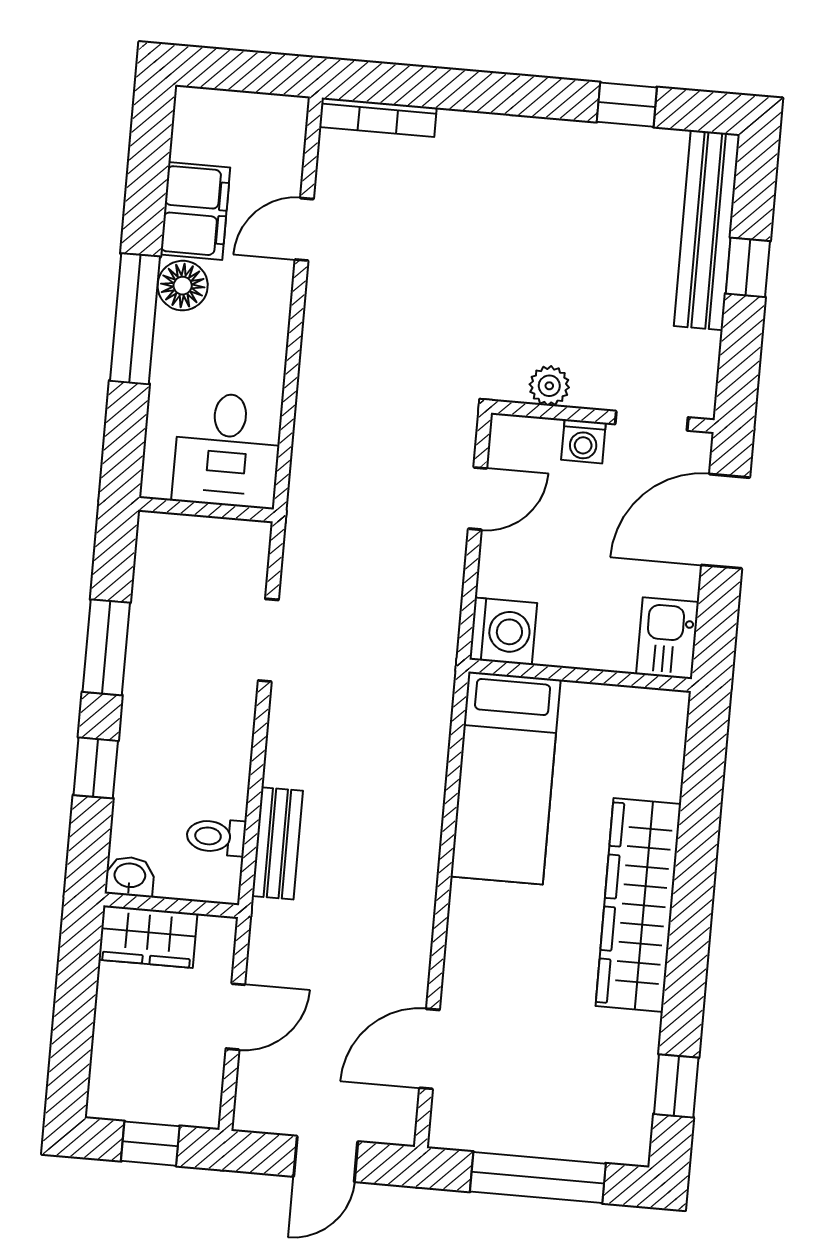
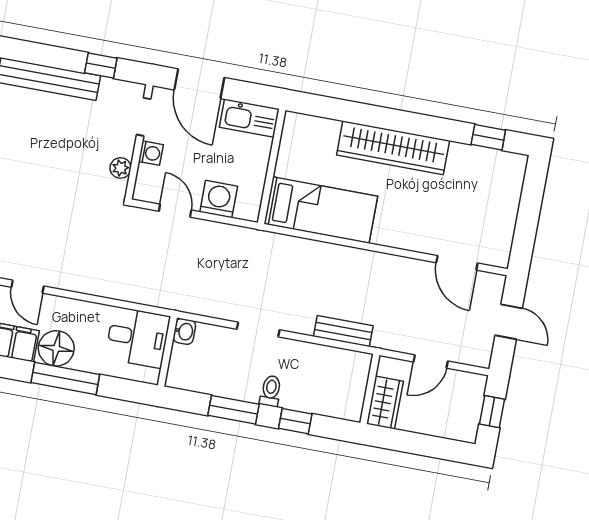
window: (748, 267) -> (101, 65), moved
floor lamp: (183, 286) -> (56, 348), width x1.38, depth x1.38
washing machine: (503, 631) -> (219, 199), moved
kitchen sink: (667, 638) -> (249, 118), width x1.38
doorway: (268, 640) -> (258, 329), moved
toilet: (216, 837) -> (271, 391), moved, turned 180
washbasin: (130, 876) -> (184, 331), moved, turned 180
door: (235, 1017) -> (431, 361), swing flipped
window: (538, 1178) -> (529, 213), removed

